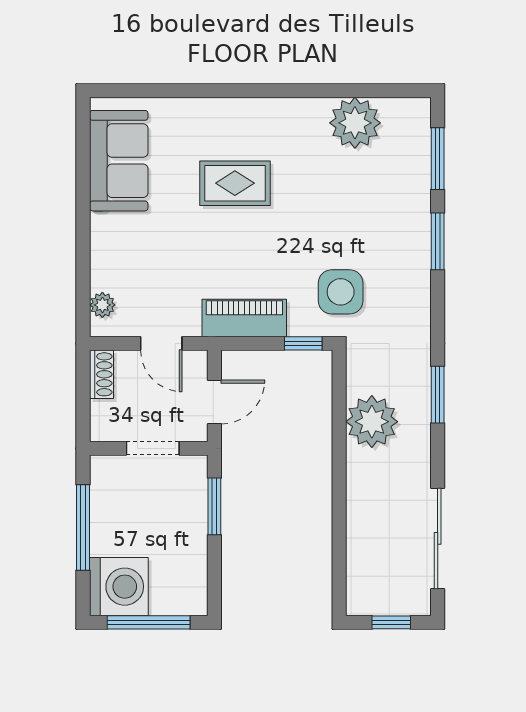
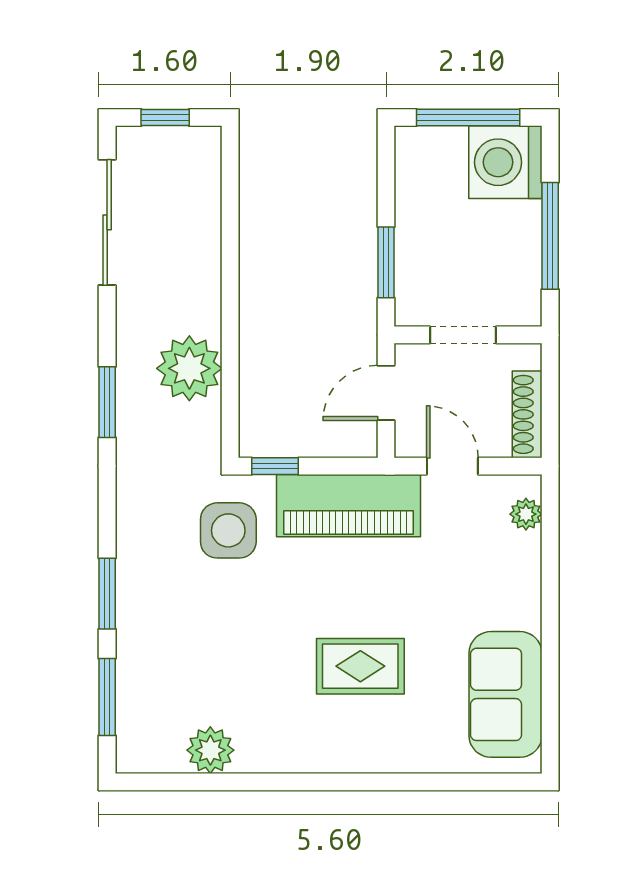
plant: (355, 123) -> (210, 750), width x0.73, depth x0.73
piano: (244, 318) -> (349, 506), width x1.37, depth x1.33
shoe rack: (101, 374) -> (527, 414), width x1.43

